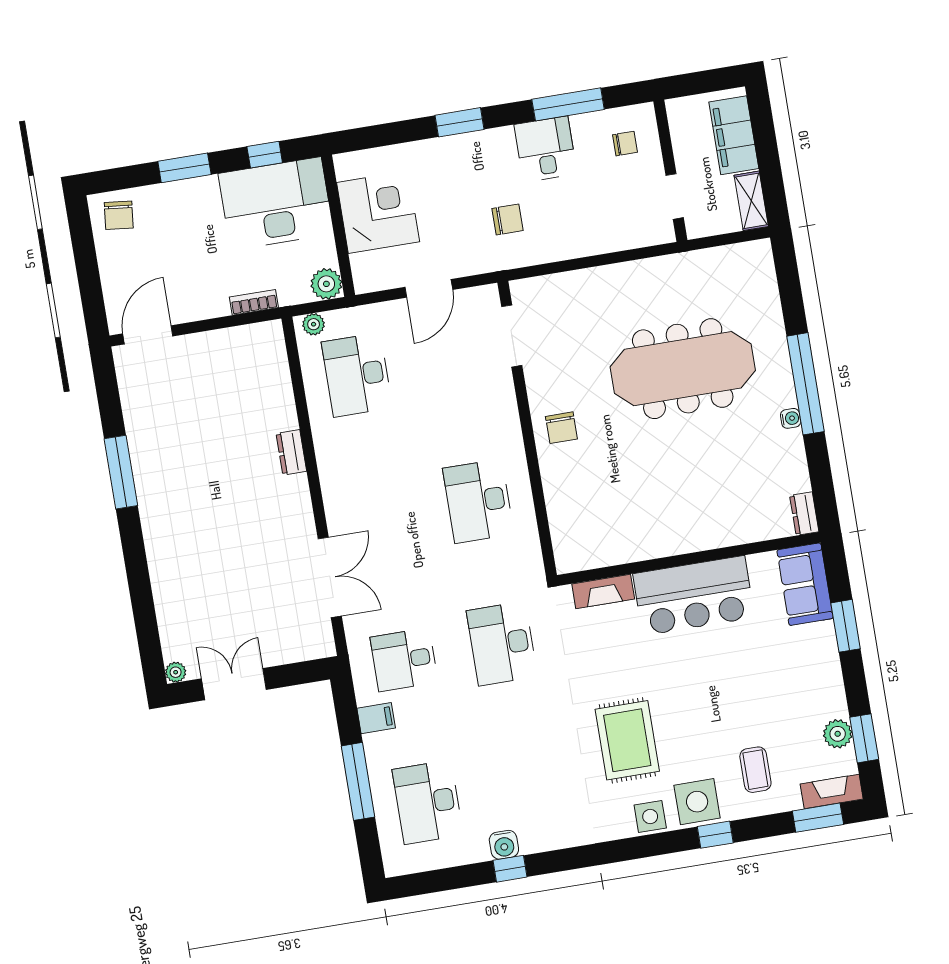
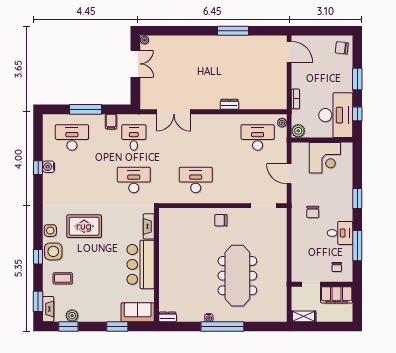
filing cabinet: (734, 135) -> (337, 295), moved, turned 180

